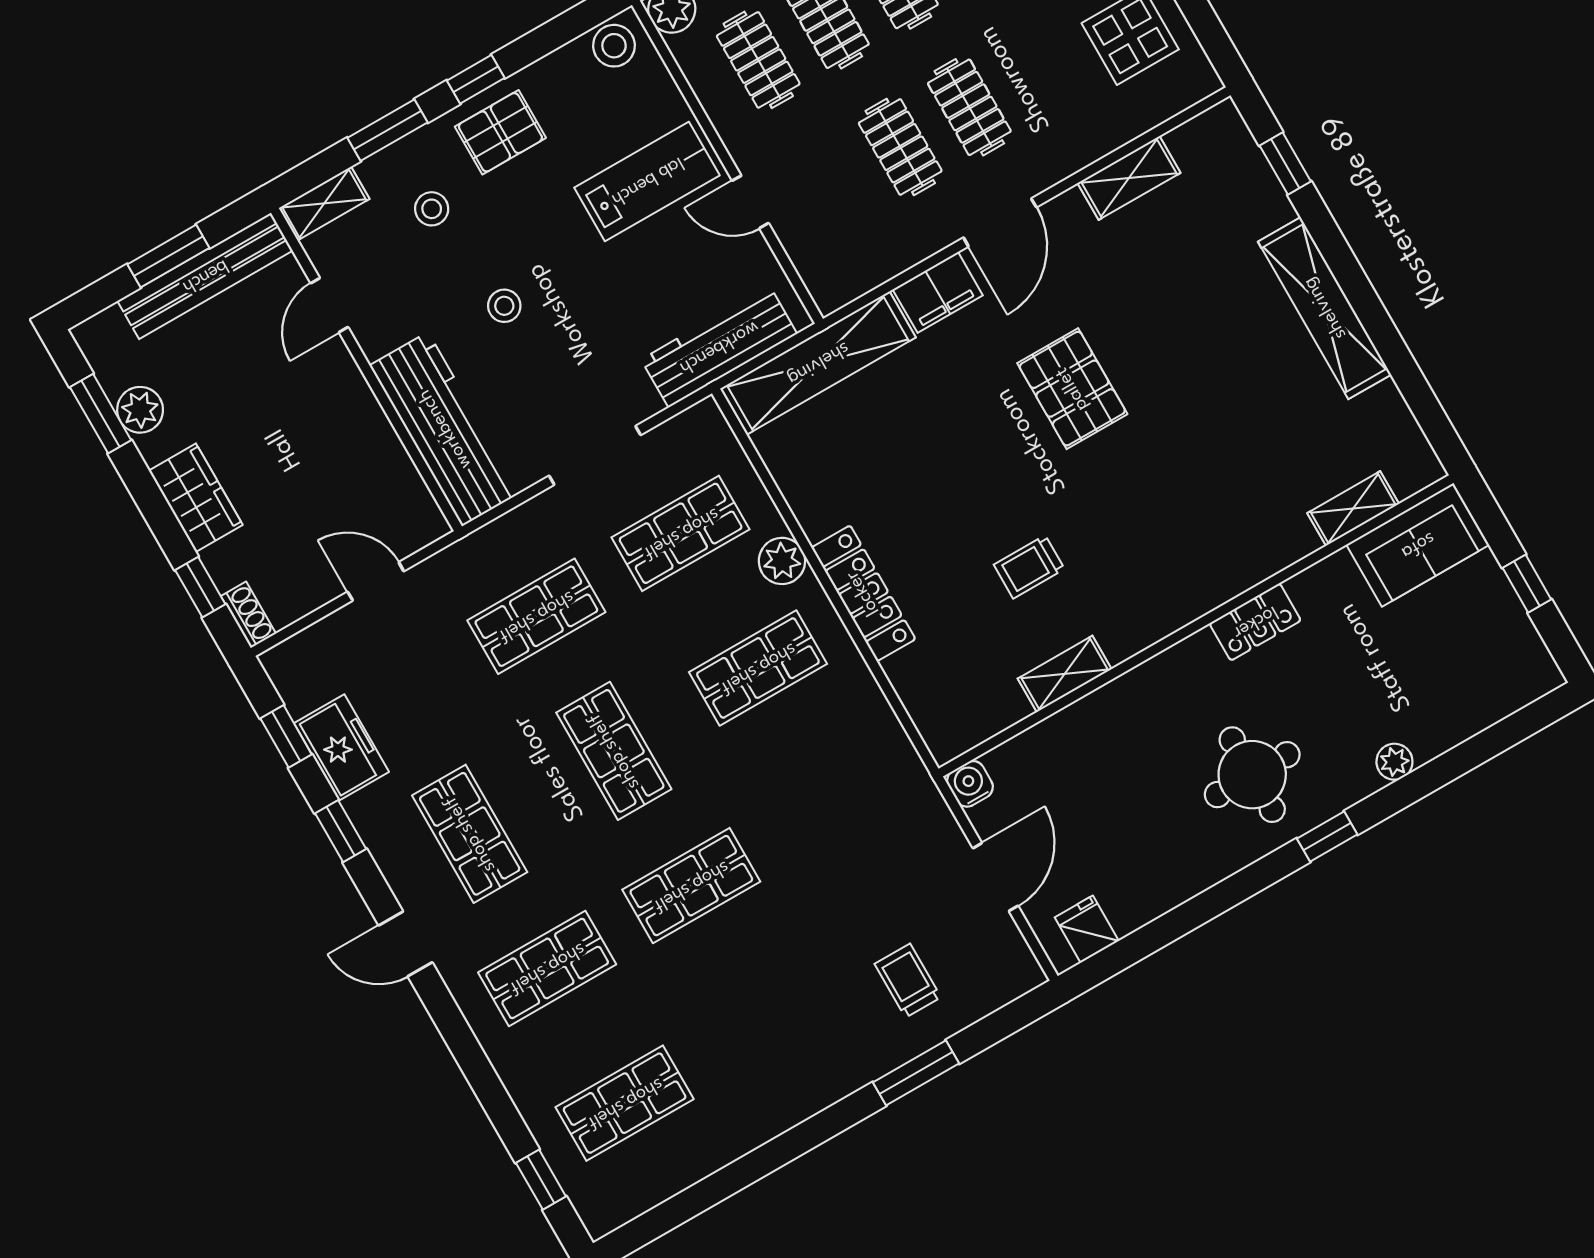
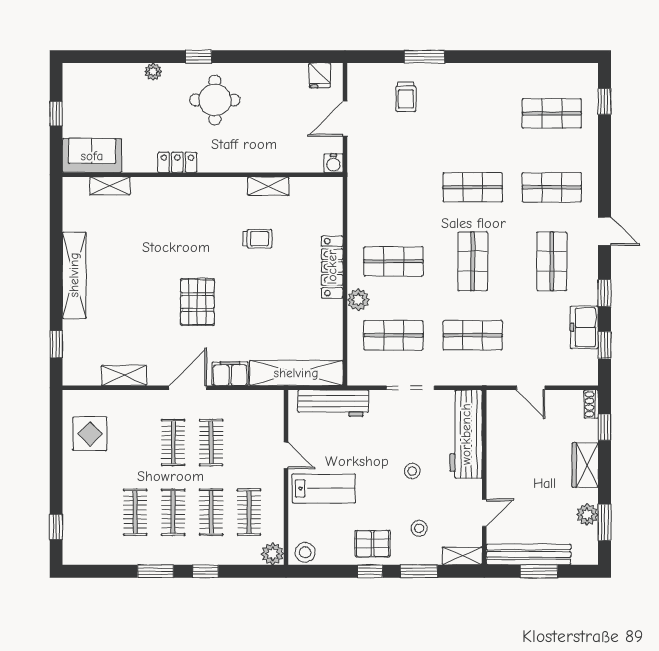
lab bench: (647, 181) -> (324, 488), turned 180

